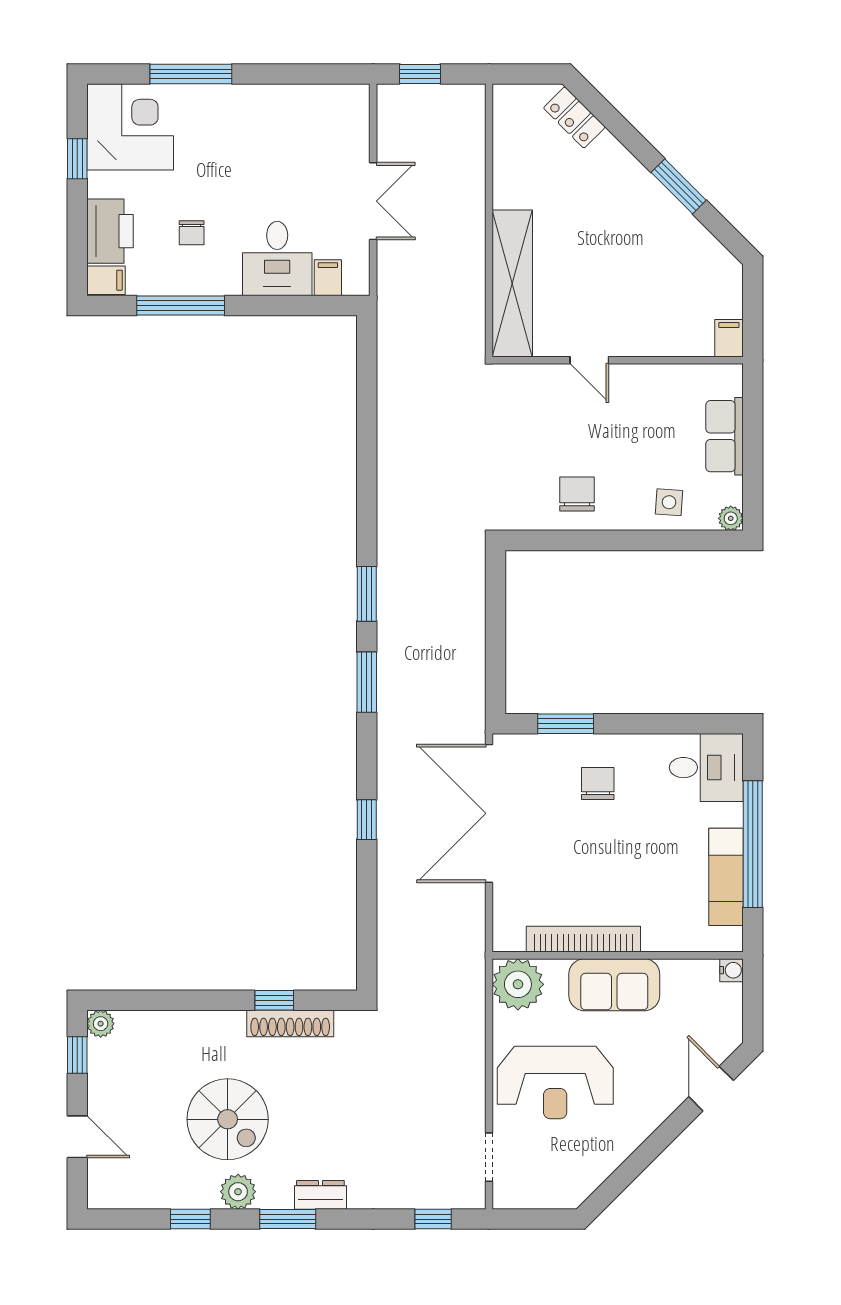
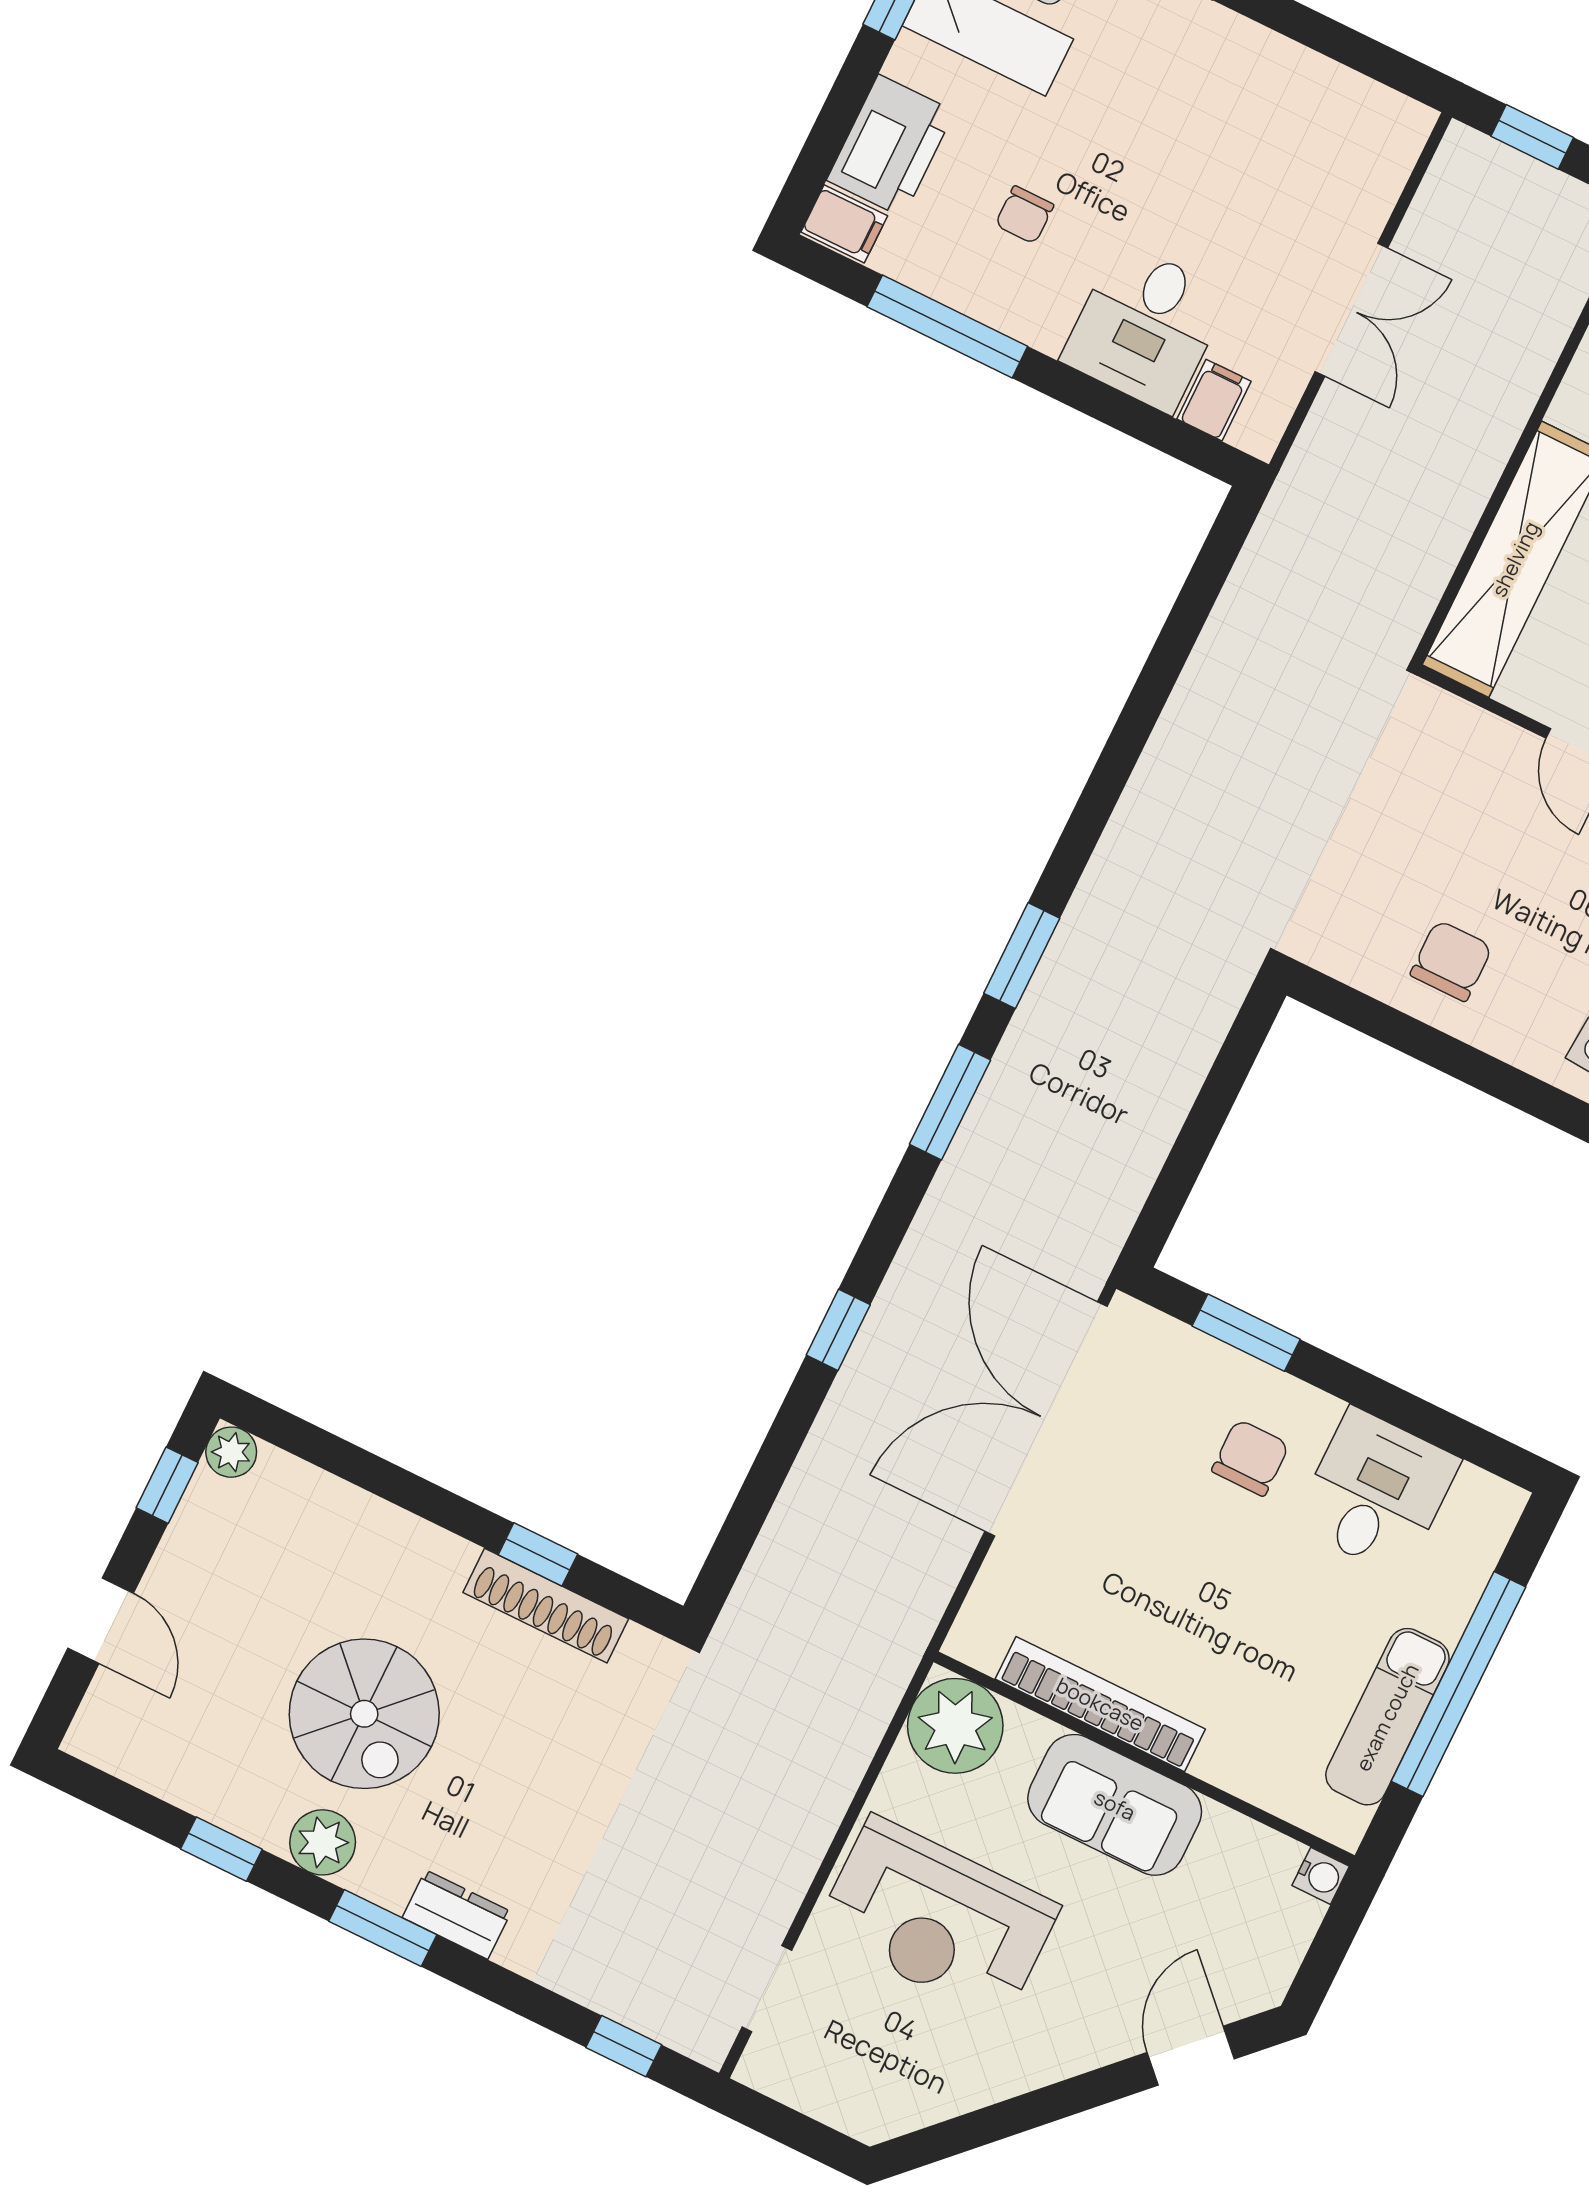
desk: (706, 768) -> (1377, 1492), moved, turned -90

